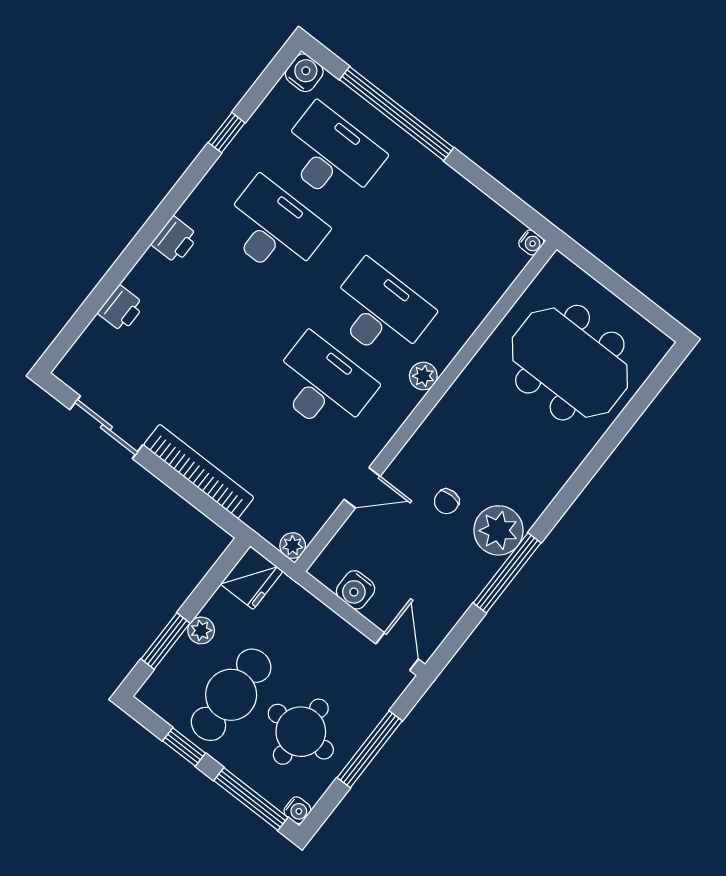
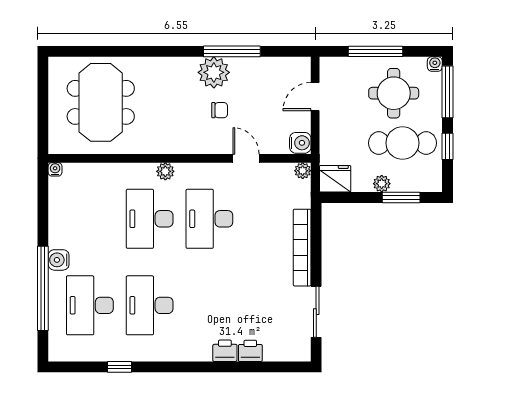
water cooler: (304, 73) -> (59, 260), moved
printer: (175, 240) -> (225, 351), moved
water cooler: (356, 590) -> (300, 143), moved
door: (397, 651) -> (315, 97), moved

